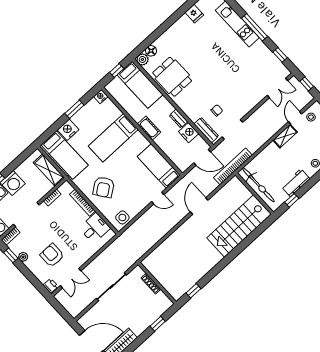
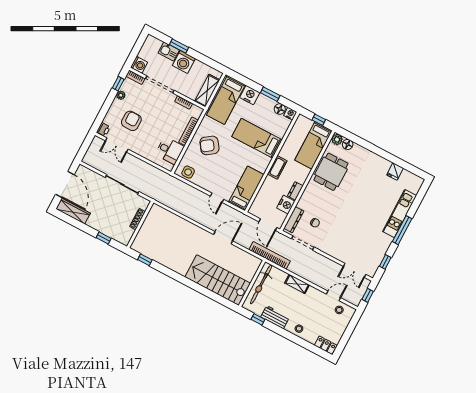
floor lamp: (92, 105) -> (280, 109), added
shelving: (285, 136) -> (297, 284), moved

